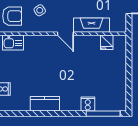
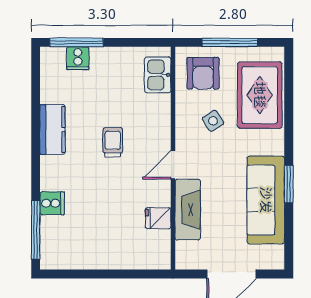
fridge: (107, 42) -> (158, 218), moved
trolley: (52, 69) -> (113, 142), added

